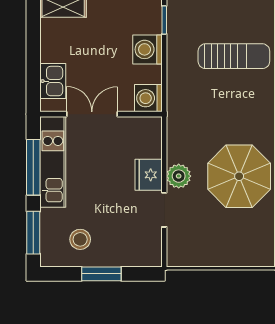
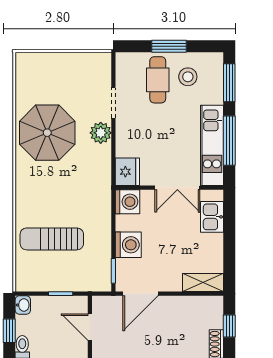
fridge: (149, 175) -> (127, 172), moved
cafe table: (114, 236) -> (158, 80), added

